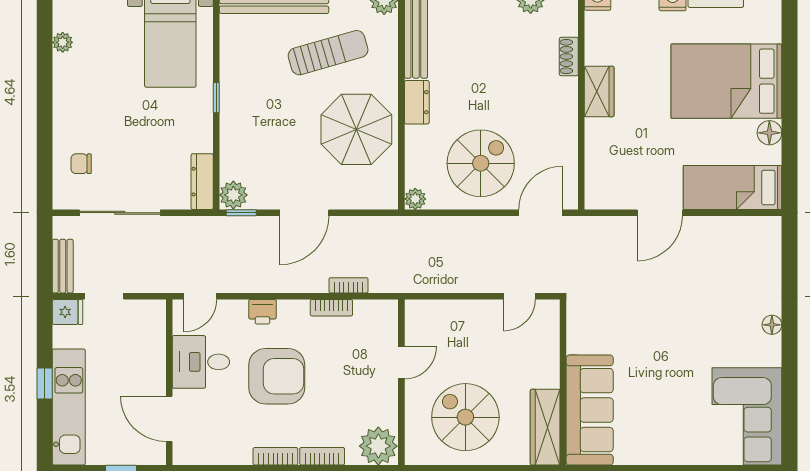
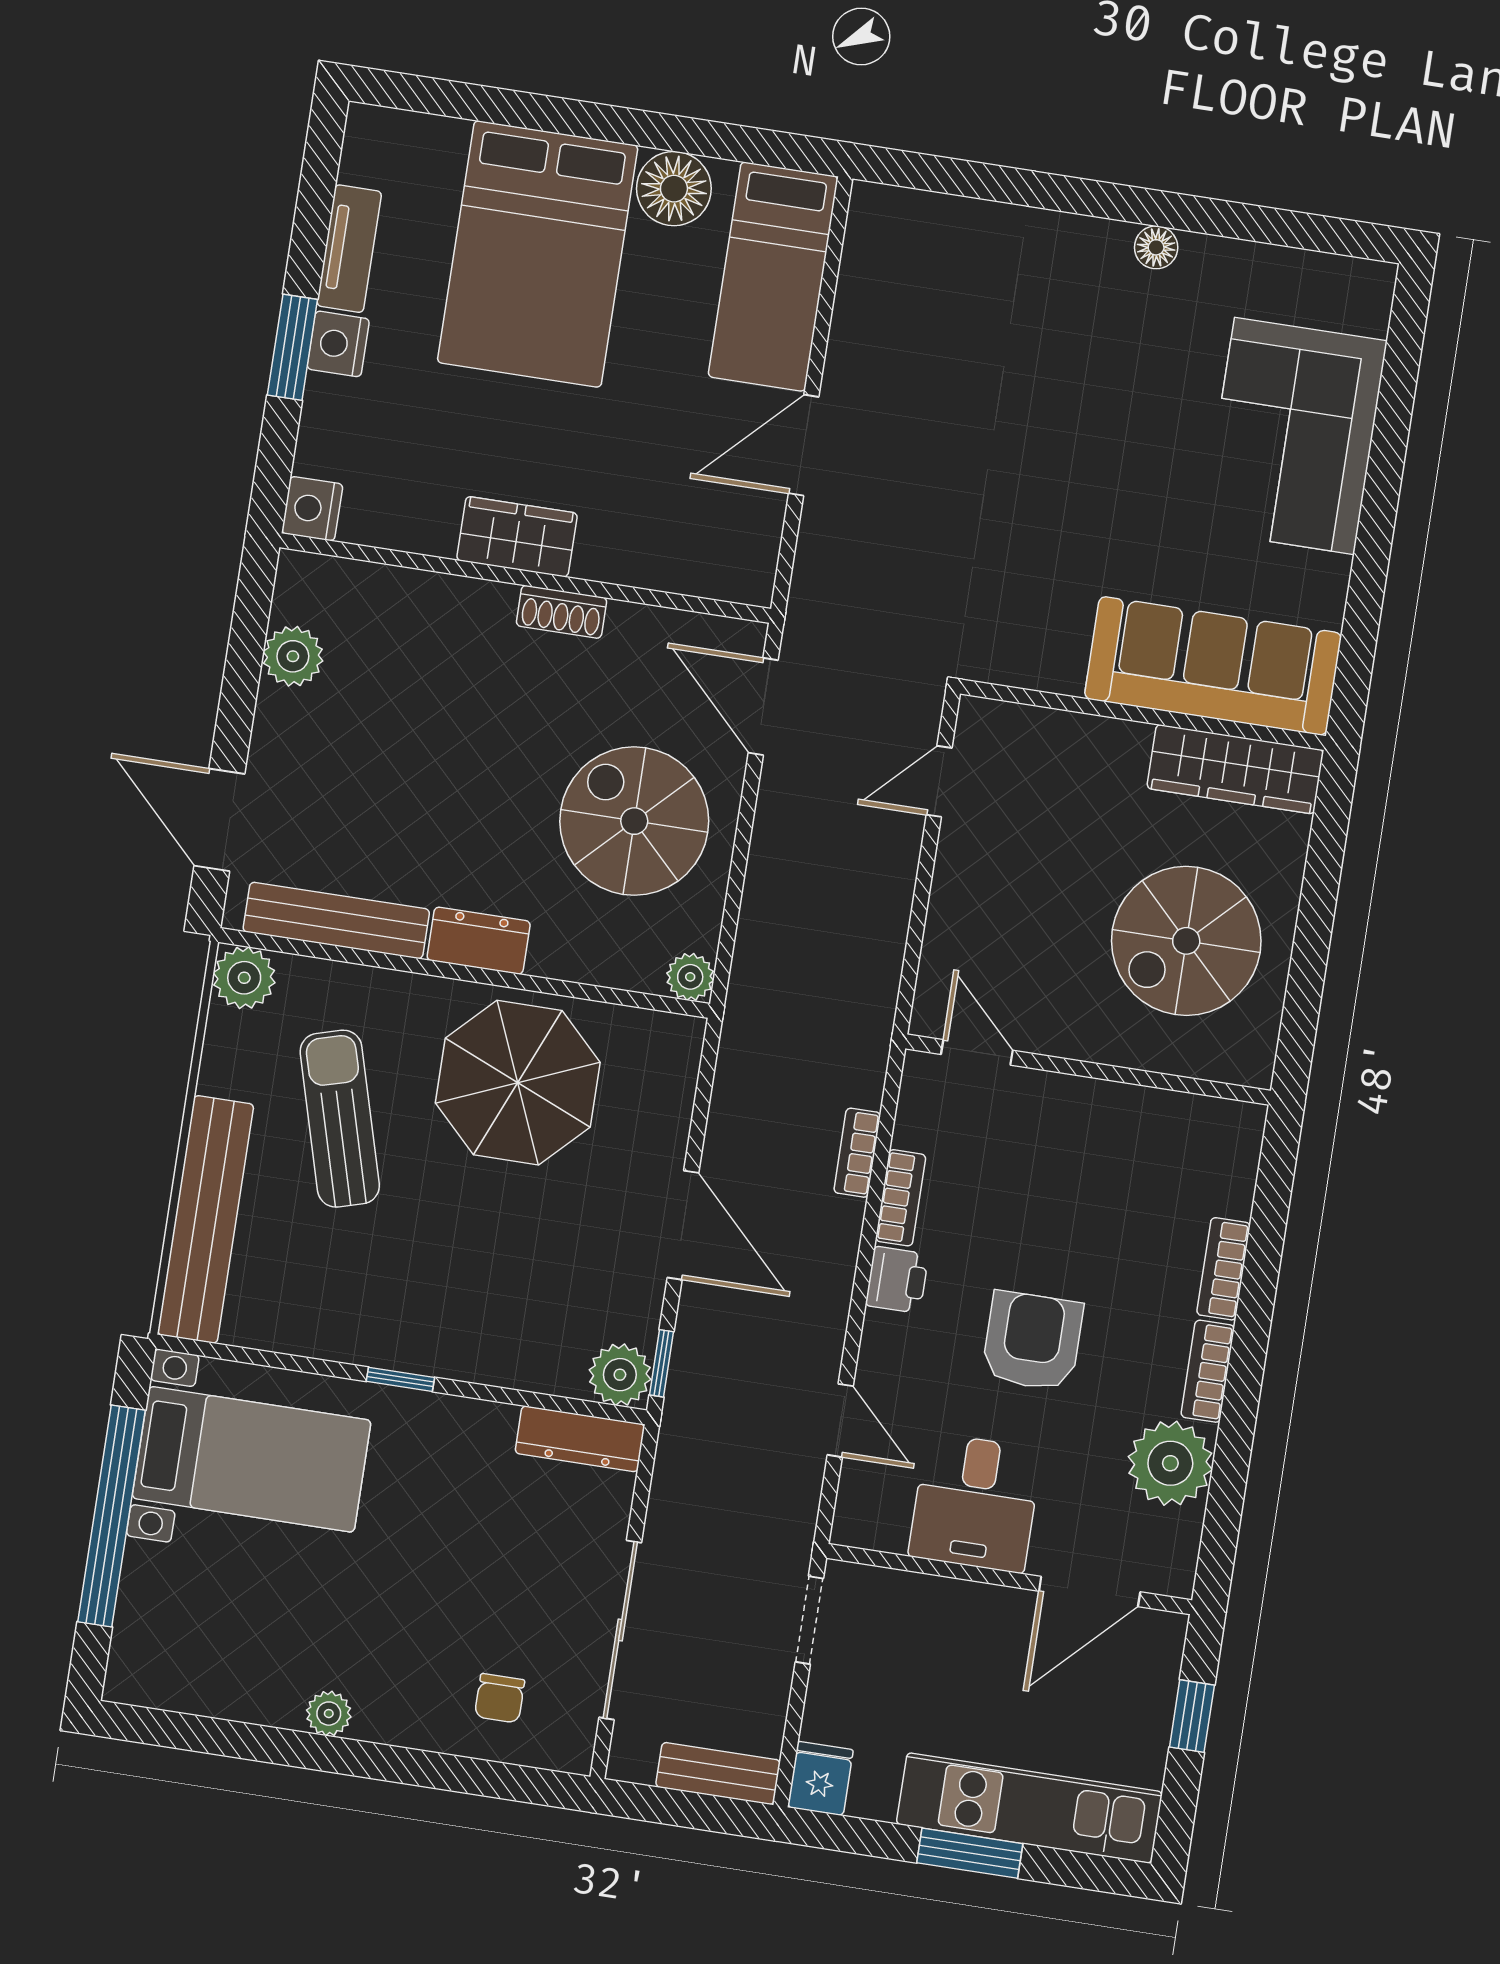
plant: (63, 42) -> (329, 1714), moved
shoe rack: (569, 56) -> (561, 612), moved
floor lamp: (769, 133) -> (674, 189), width x1.38, depth x1.38
door: (660, 213) -> (804, 445), swing flipped
doorway: (104, 296) -> (809, 1620), moved
door: (200, 296) -> (840, 1420), moved
door: (519, 296) -> (939, 781), swing flipped
printer: (262, 312) -> (897, 1280), moved
floor lamp: (772, 325) -> (1156, 247), moved
door: (401, 363) -> (977, 1052), moved
armchair: (277, 376) -> (1032, 1341), width x0.73, depth x0.73
window: (45, 384) -> (970, 1853), width x1.50
corner sofa: (747, 416) -> (1294, 436), moved, turned 90
plant: (378, 446) -> (1170, 1463), moved

